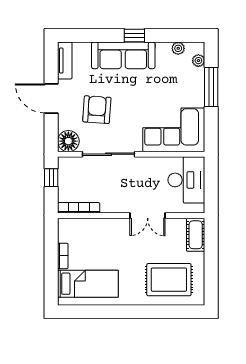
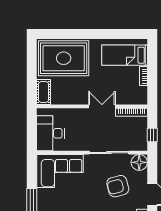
armchair: (97, 110) -> (118, 186), turned 71
double door: (148, 216) -> (102, 106), moved
rug: (169, 280) -> (64, 58), width x1.37, depth x1.44

